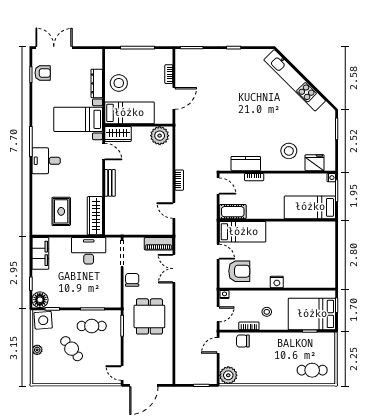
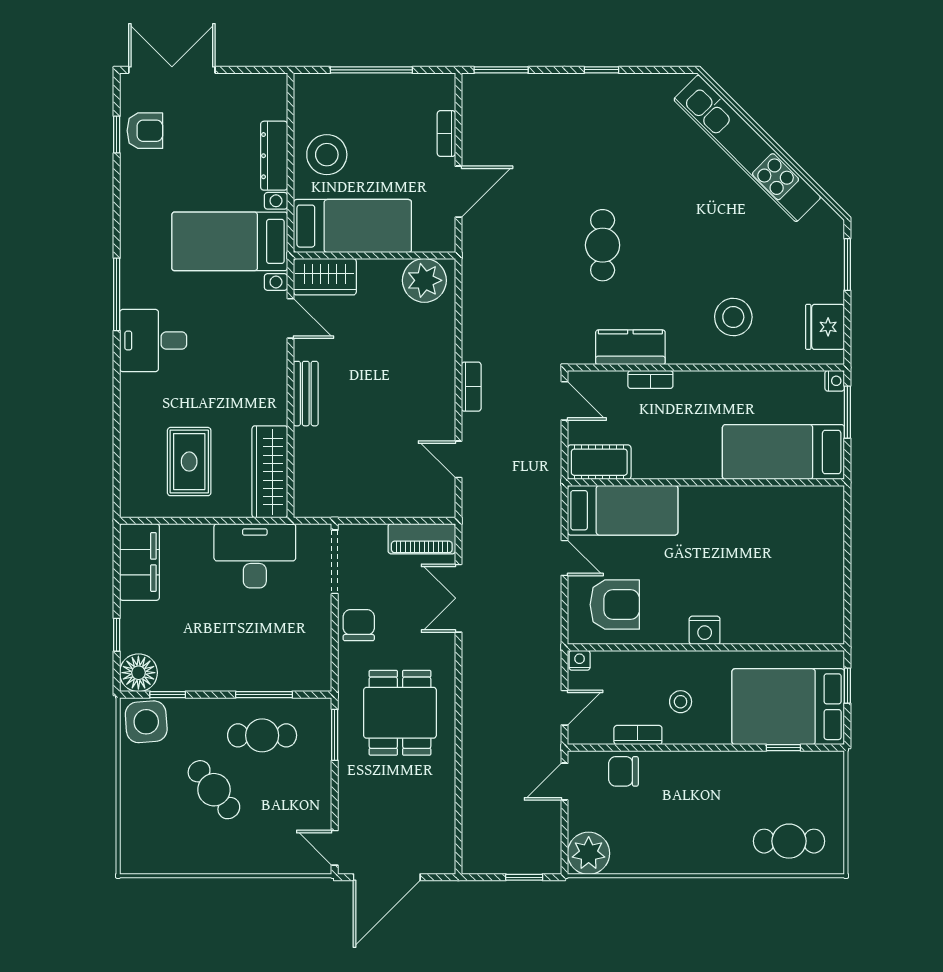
cafe table: (234, 121) -> (603, 245), added
fridge: (315, 163) -> (825, 327), moved, turned -90
plant: (37, 350) -> (132, 792), removed

